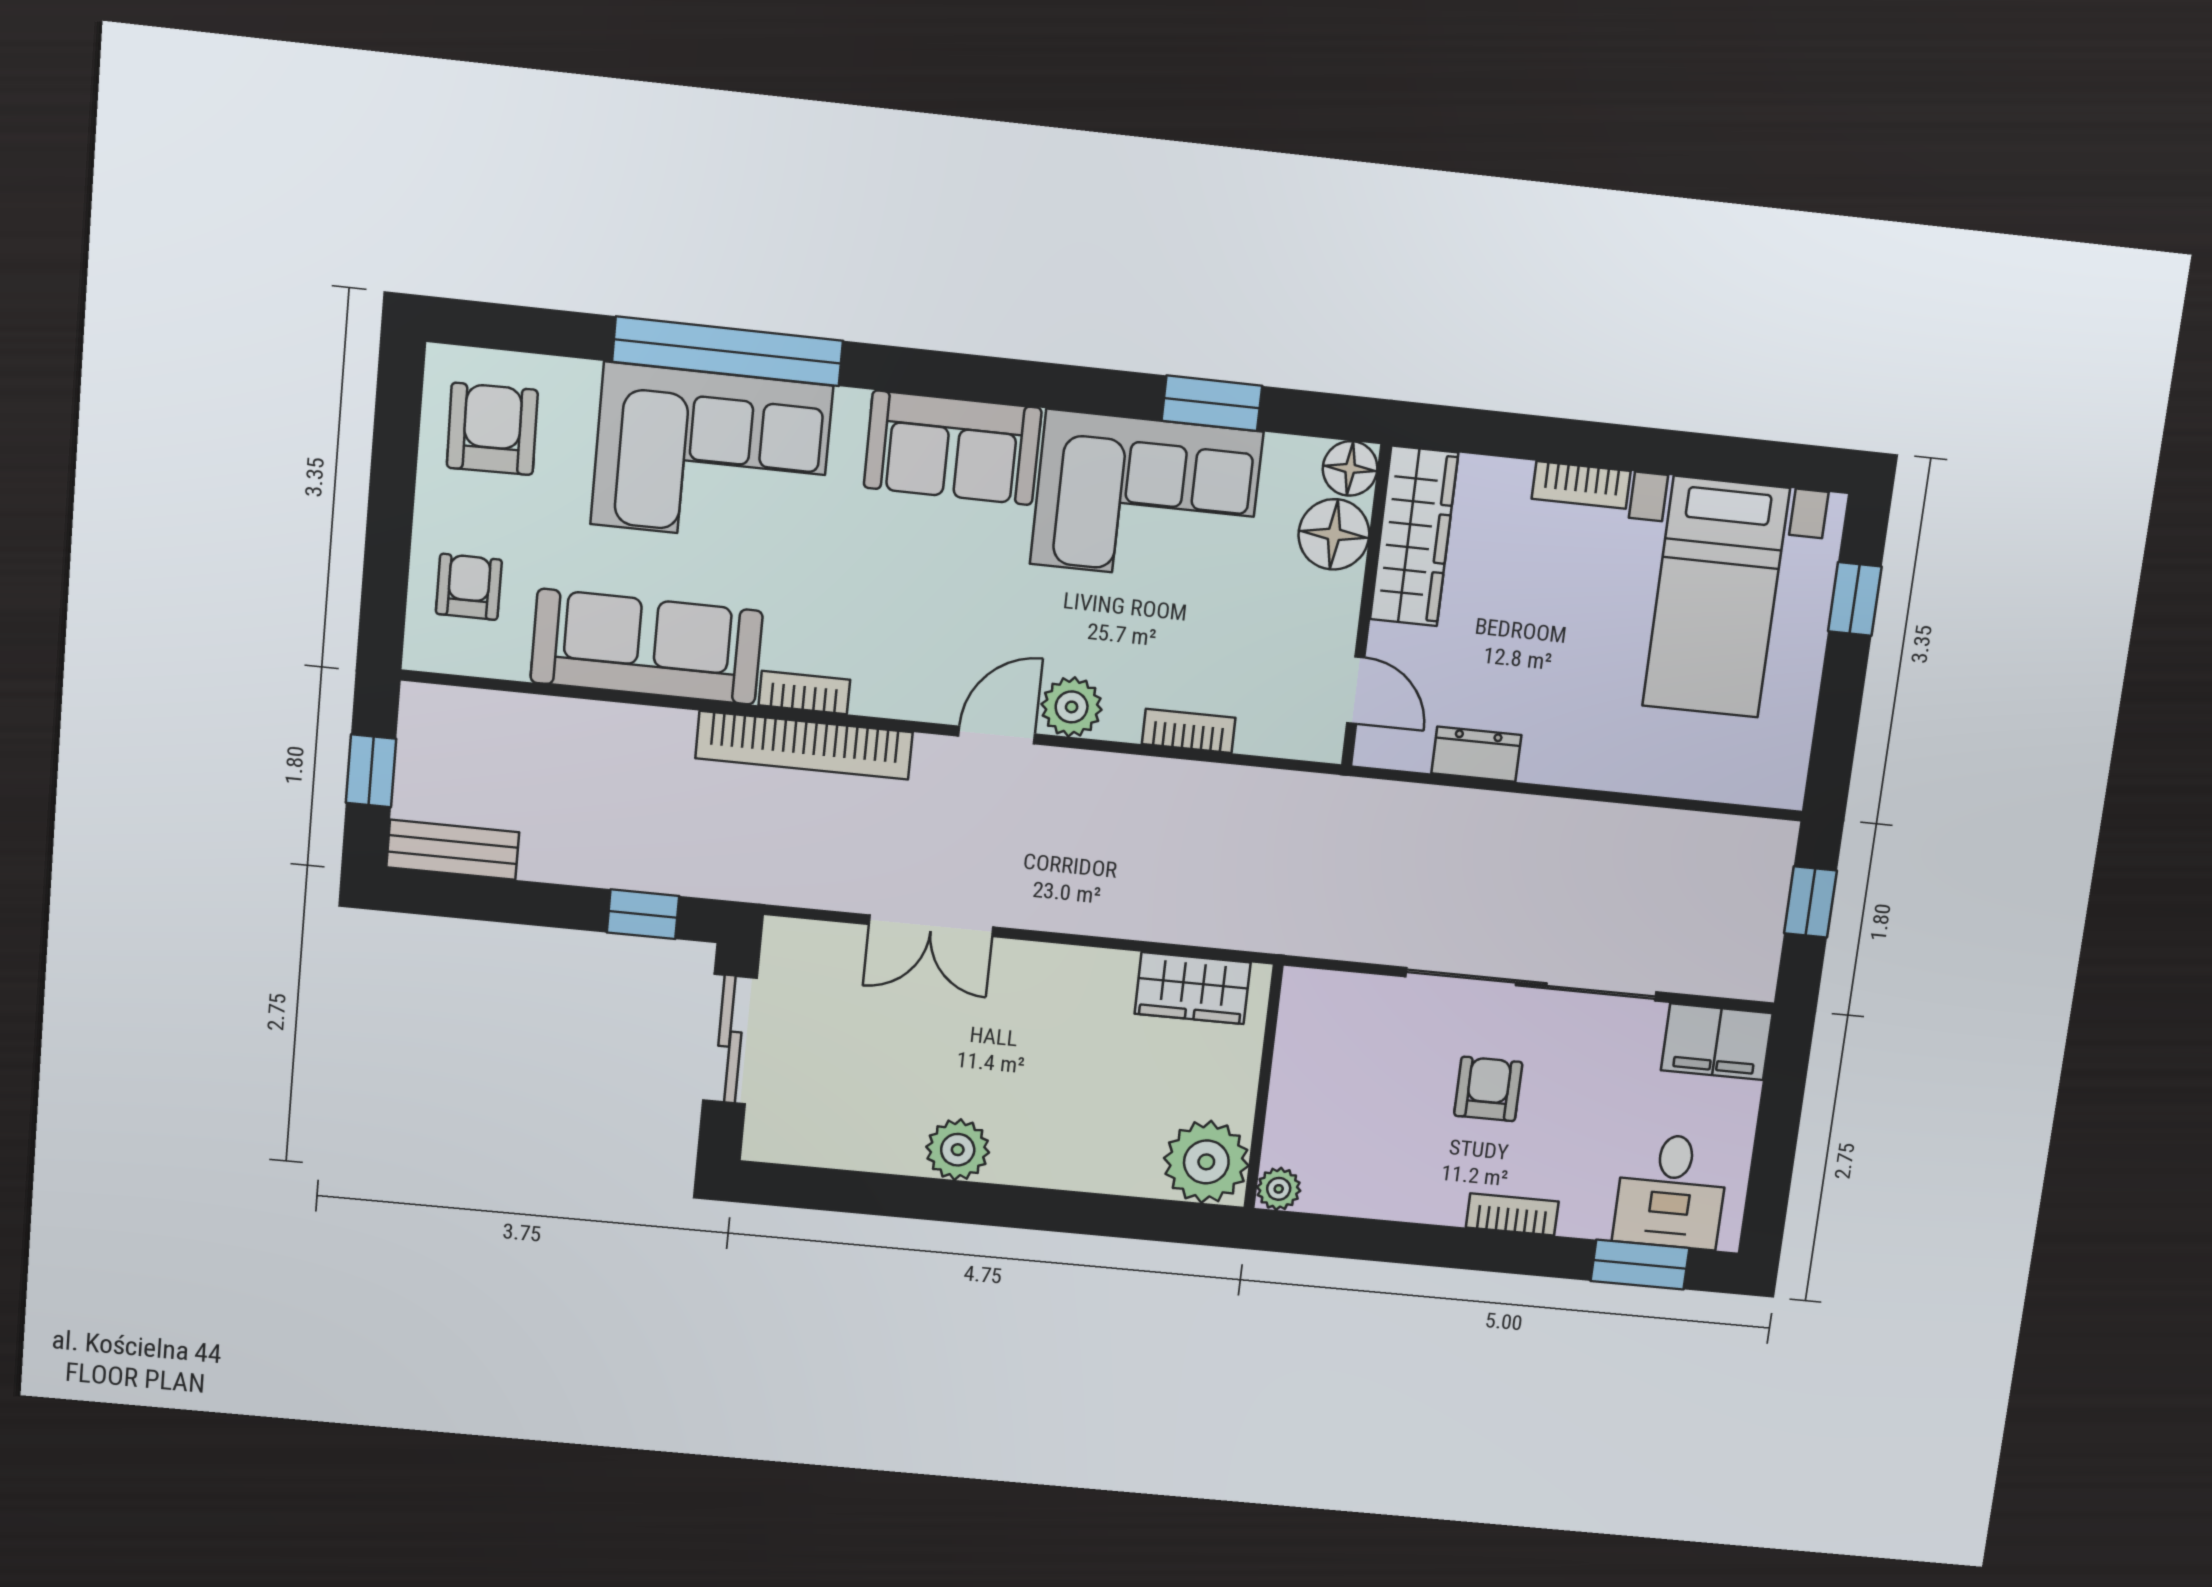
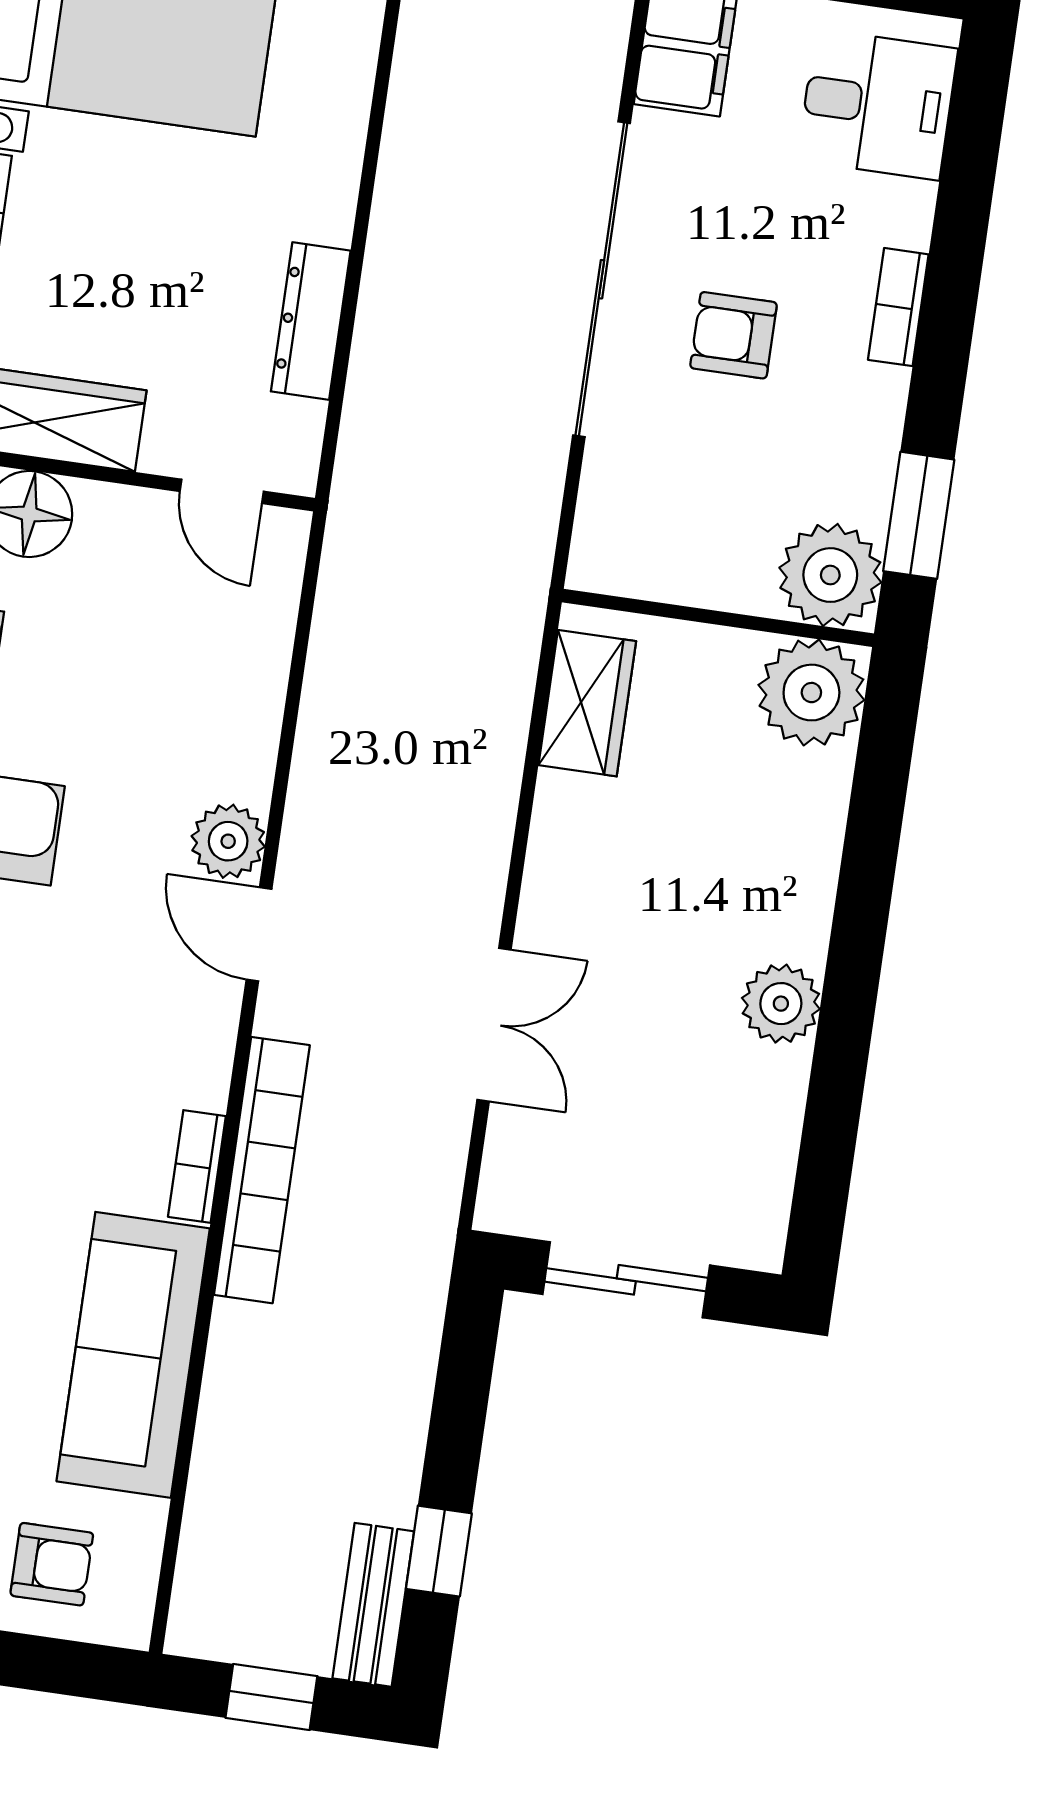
armchair: (469, 587) -> (52, 1564), turned 180
door: (1356, 690) -> (222, 491), swing flipped
bookcase: (1189, 731) -> (264, 699), removed
dresser: (1476, 754) -> (311, 321), width x1.44
window: (643, 914) -> (439, 1551), moved
plant: (1279, 1189) -> (830, 575), width x1.88, depth x1.88
window: (1640, 1265) -> (919, 515), moved

